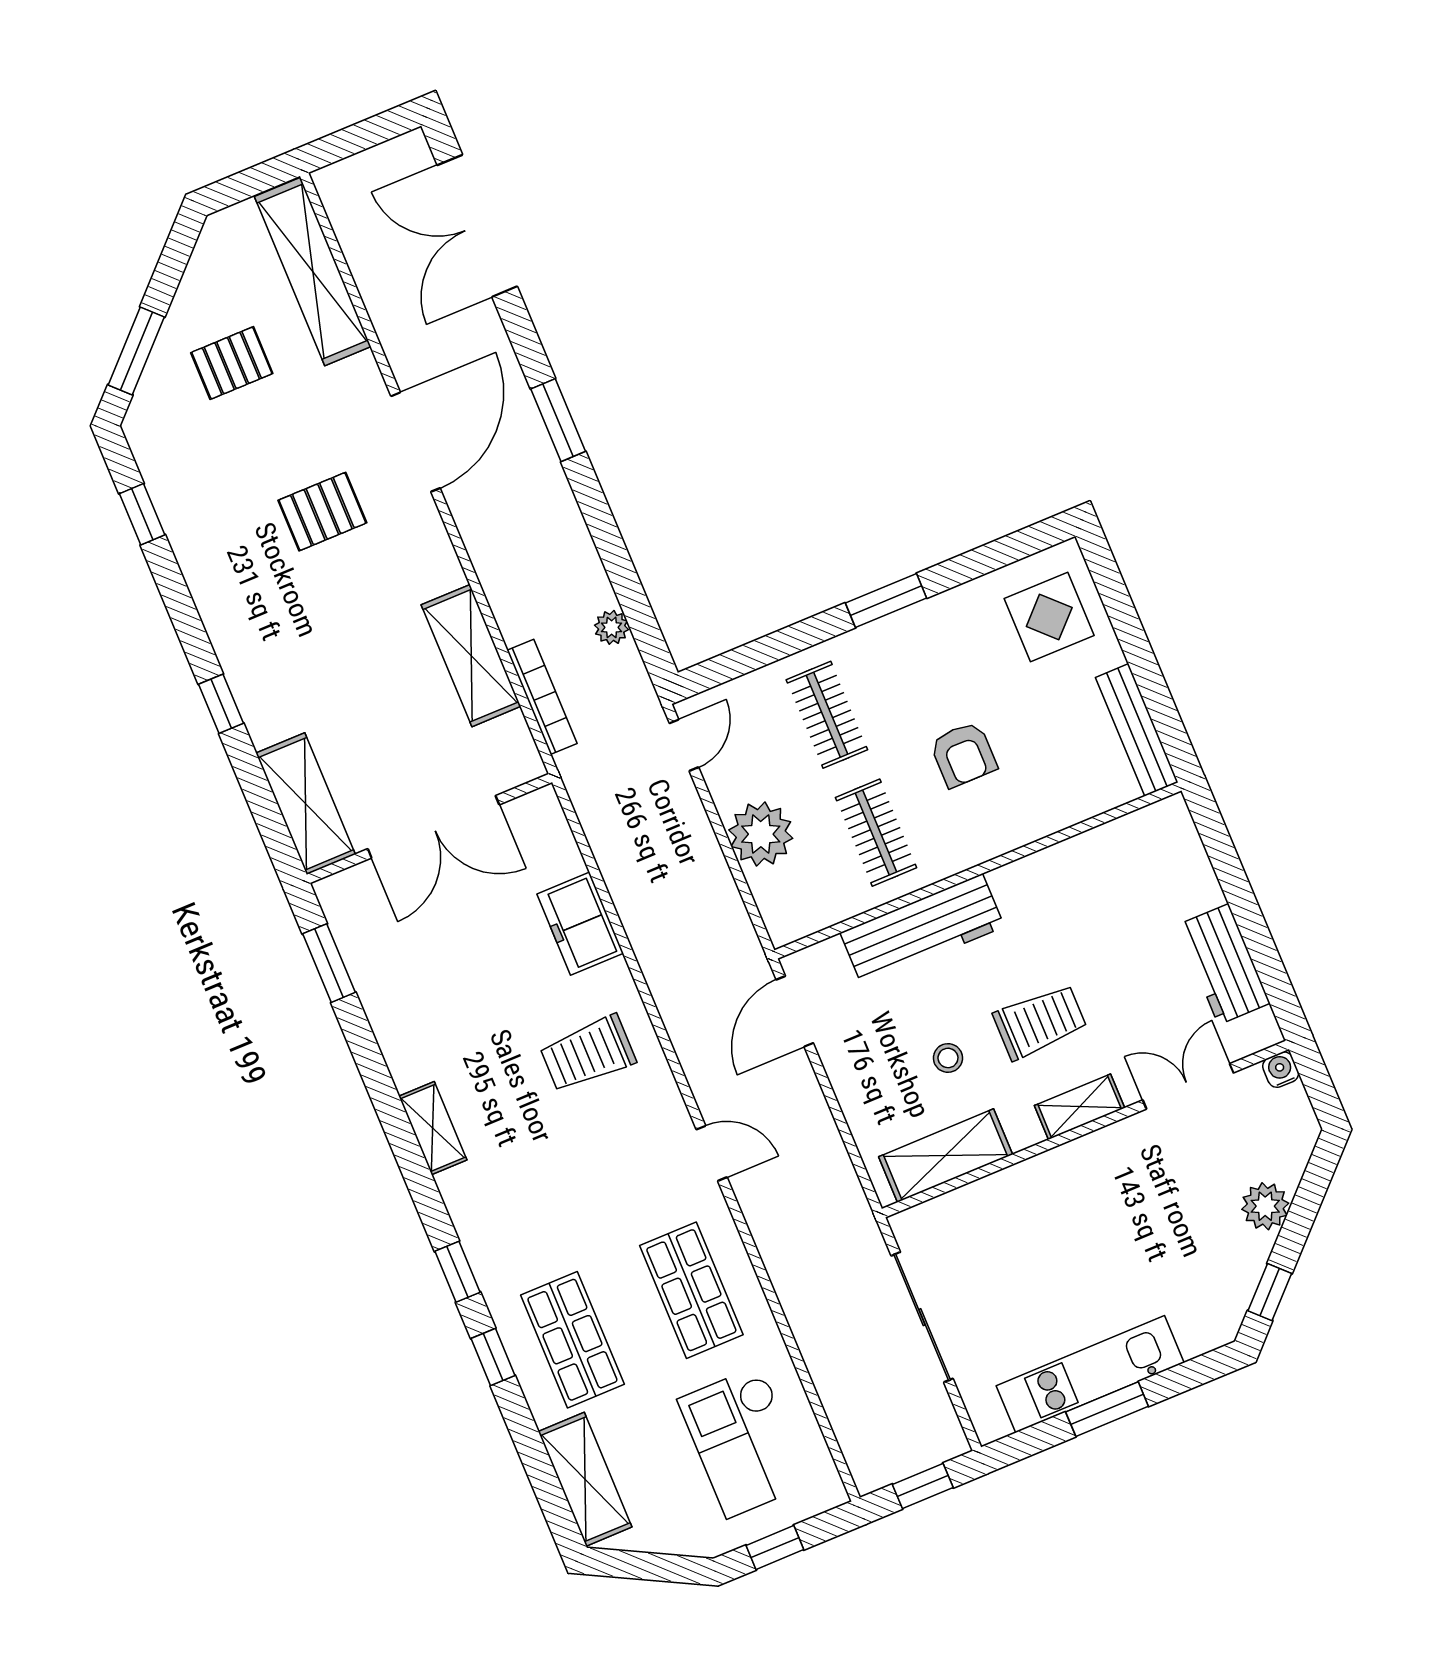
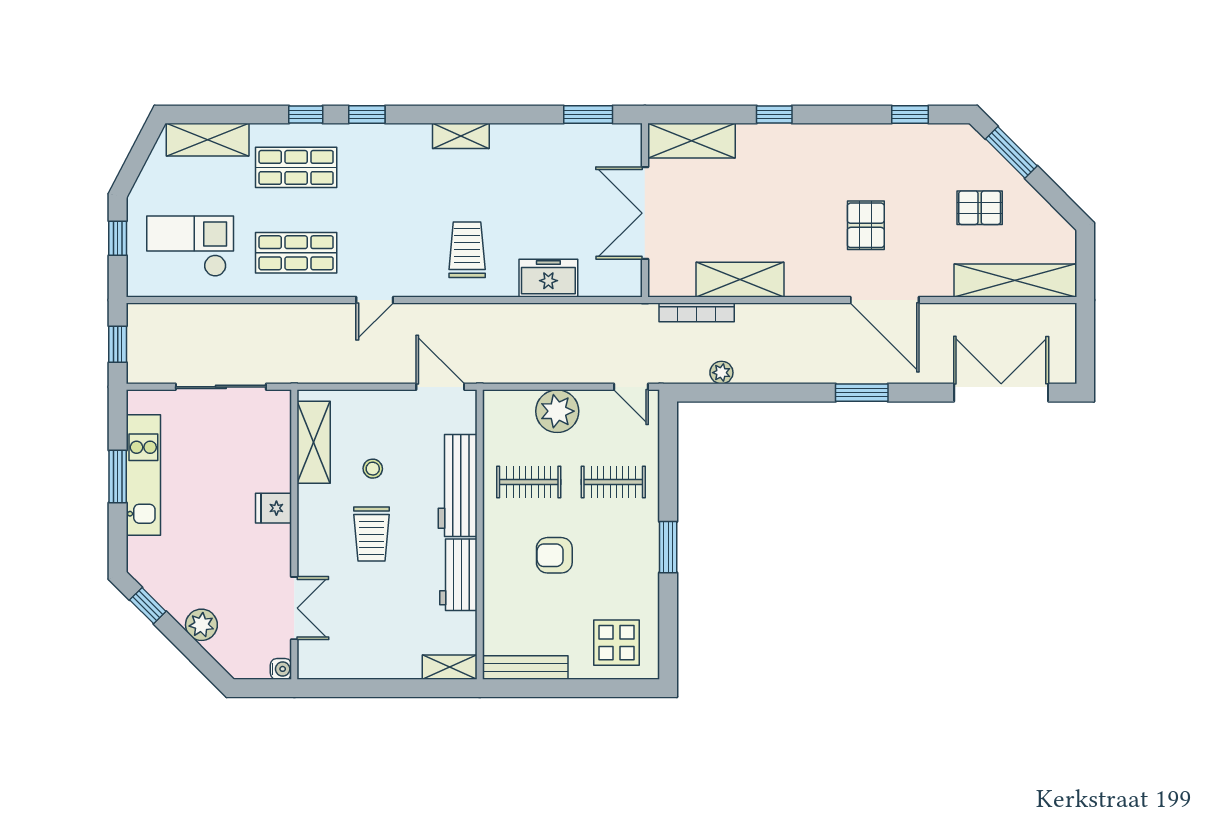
pallet: (232, 363) -> (980, 208), turned 90
workbench: (1224, 964) -> (458, 575), moved, turned -90
shelving: (1080, 1107) -> (450, 667), moved, turned 90
fridge: (1061, 1173) -> (274, 508), added

